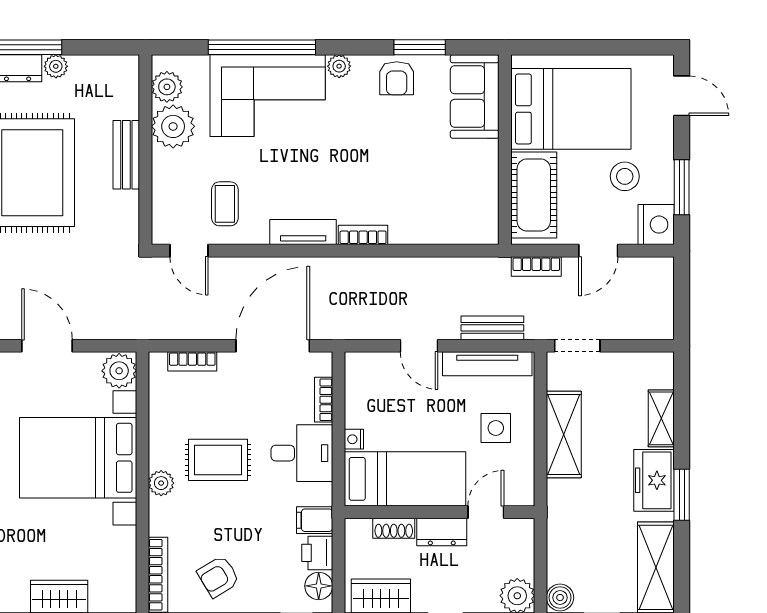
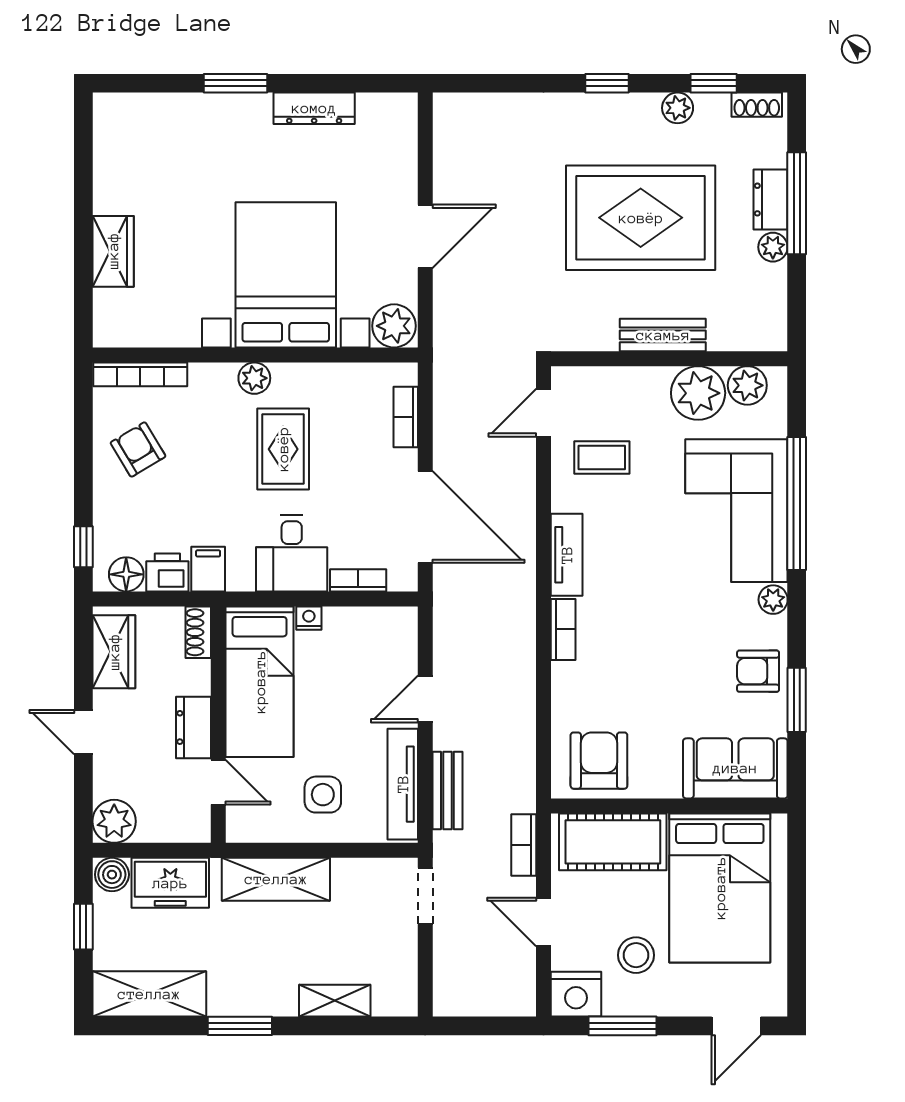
armchair: (468, 206) -> (599, 761), added
shelving: (564, 435) -> (276, 879), moved
freezer: (654, 480) -> (170, 883), moved, turned 180
shoe rack: (394, 528) -> (198, 632), moved

